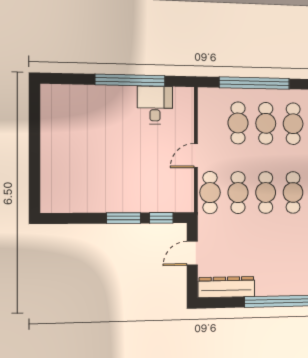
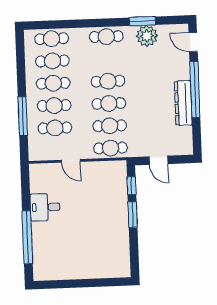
window: (130, 80) -> (27, 237), moved
window: (254, 83) -> (23, 116), width x0.68
desk: (155, 105) -> (45, 207), moved
door: (196, 156) -> (71, 161), moved
dresser: (226, 287) -> (183, 103), moved

